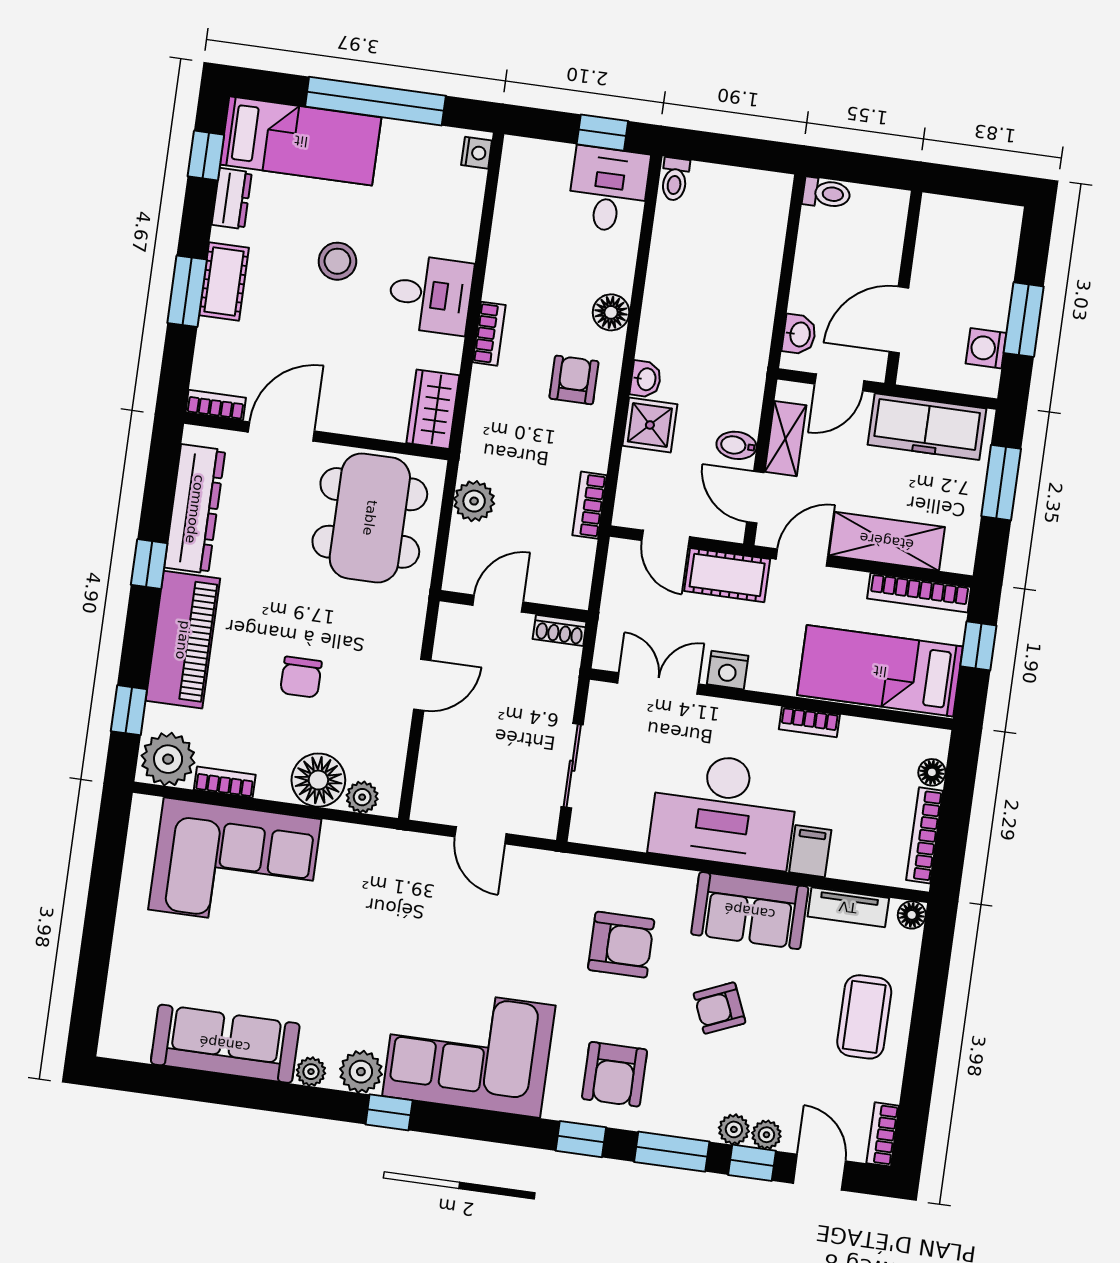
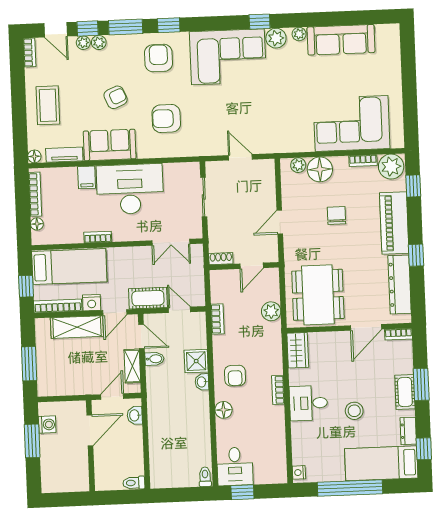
freezer: (927, 427) -> (68, 383), removed
nightstand: (728, 670) -> (92, 303), moved, turned 180

